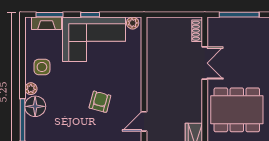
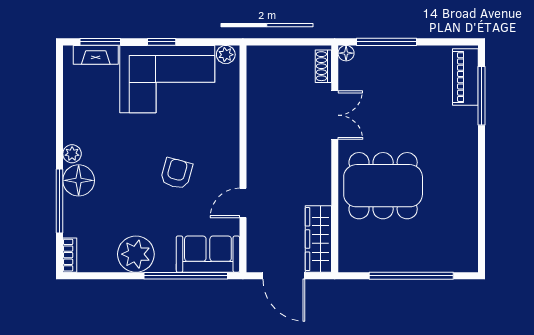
floor lamp: (212, 22) -> (346, 53), added
side table: (42, 67) -> (89, 121), removed

